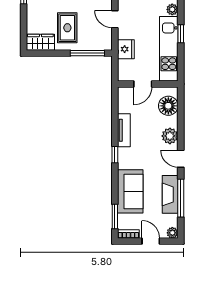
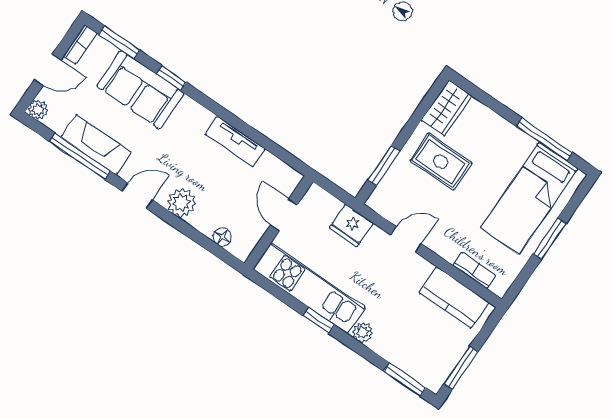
window: (87, 53) -> (384, 166), width x0.69
floor lamp: (168, 106) -> (222, 237), width x0.53, depth x0.53
window: (115, 155) -> (171, 78), moved

